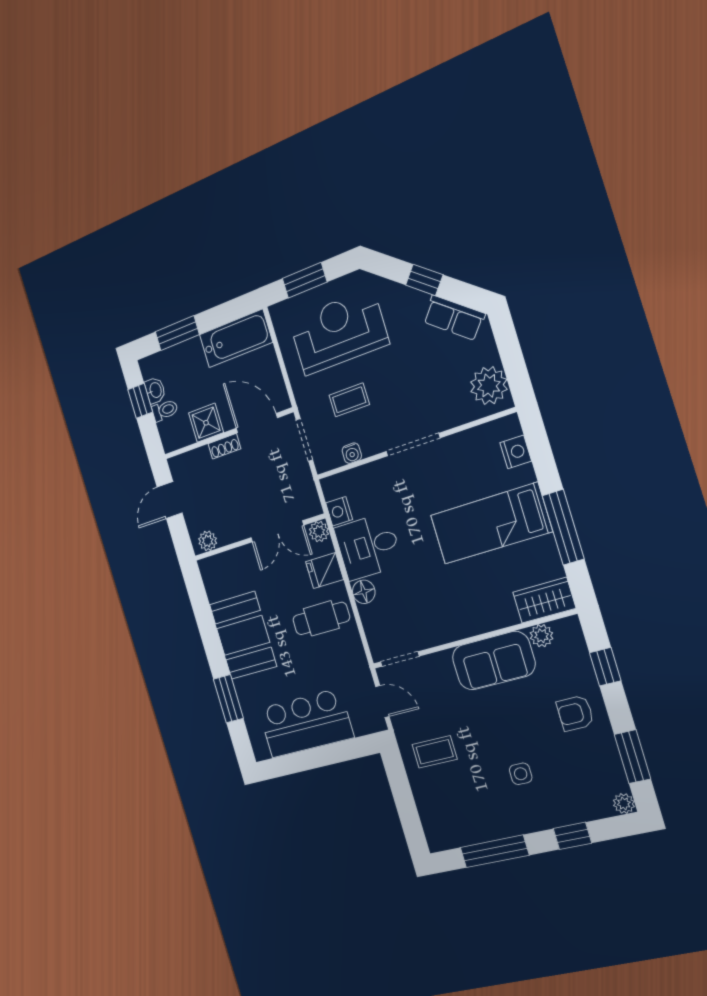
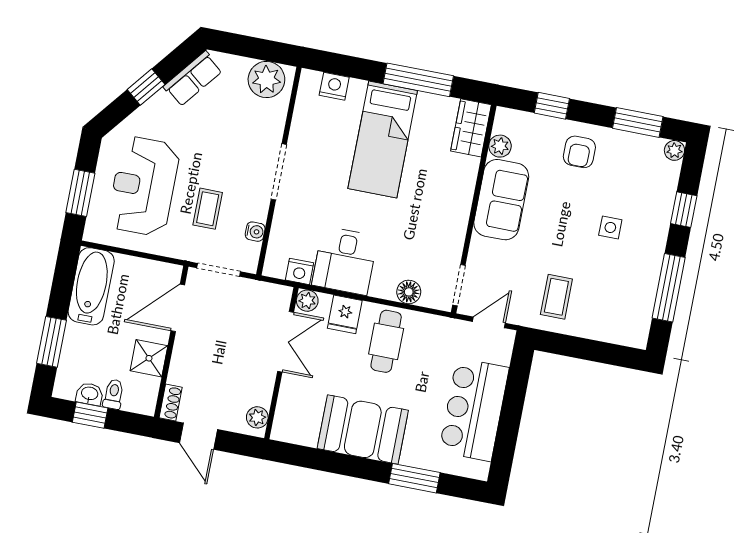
shoe rack: (224, 446) -> (171, 403), moved
floor lamp: (364, 592) -> (409, 292), moved

